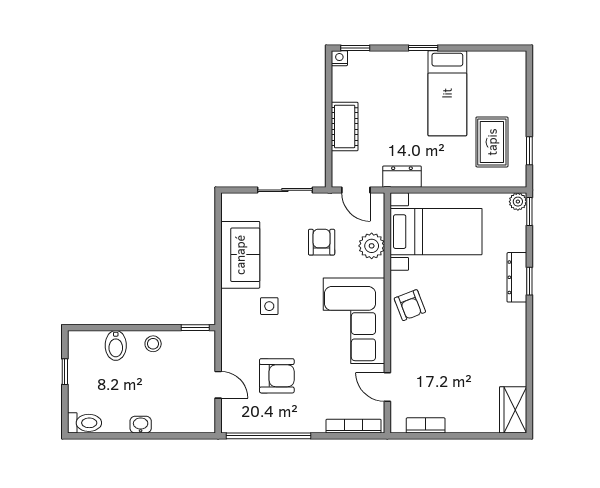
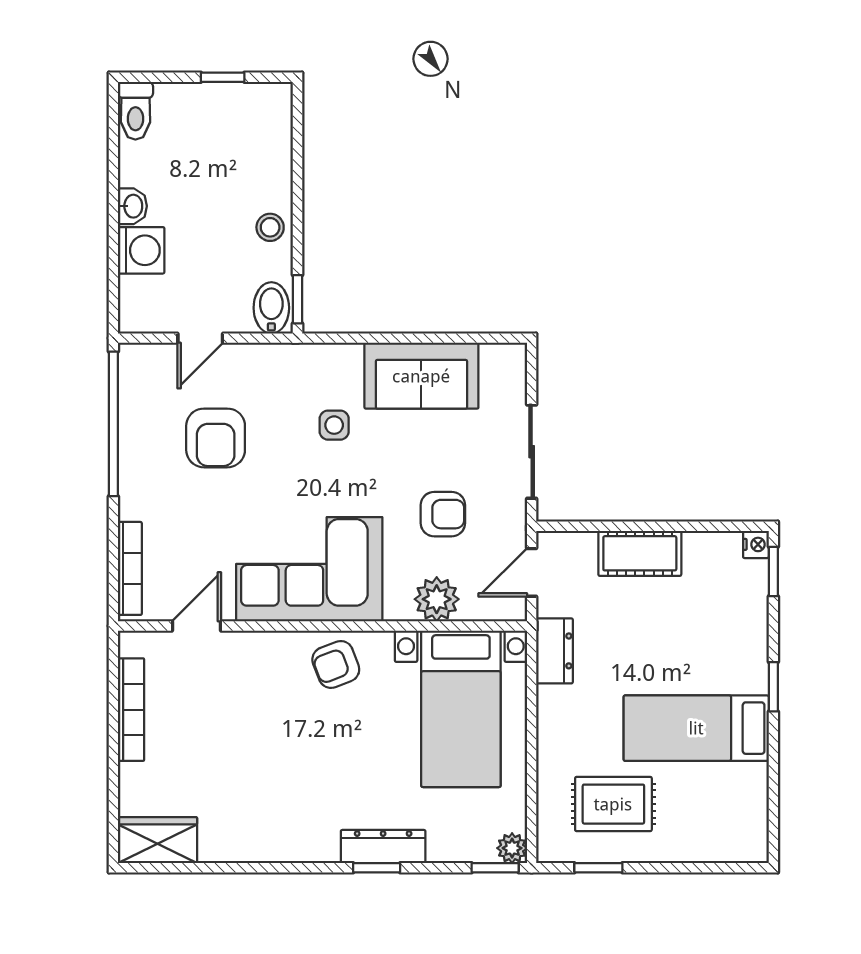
bidet: (116, 345) -> (271, 308), moved, turned 90
washing machine: (167, 420) -> (141, 250), added
bookcase: (426, 425) -> (131, 710), width x1.56

